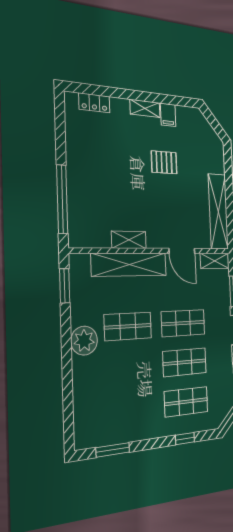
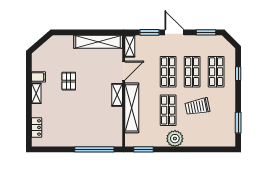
shelving: (129, 240) -> (117, 95), moved
trolley: (135, 376) -> (197, 107), added

